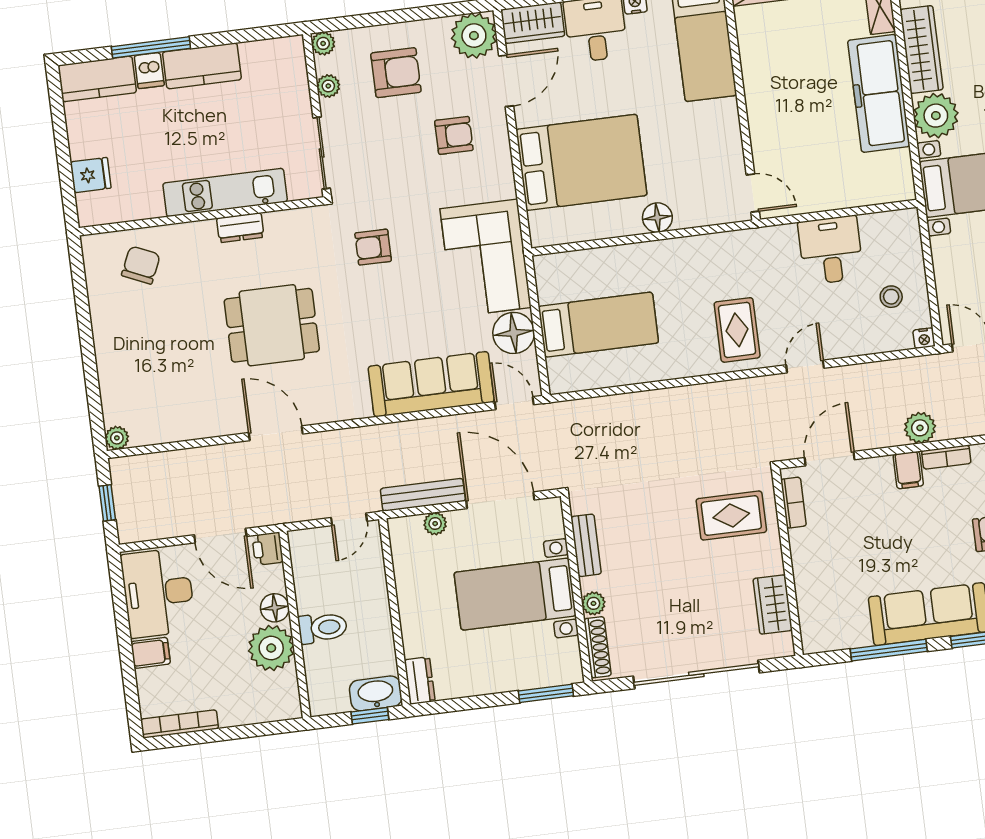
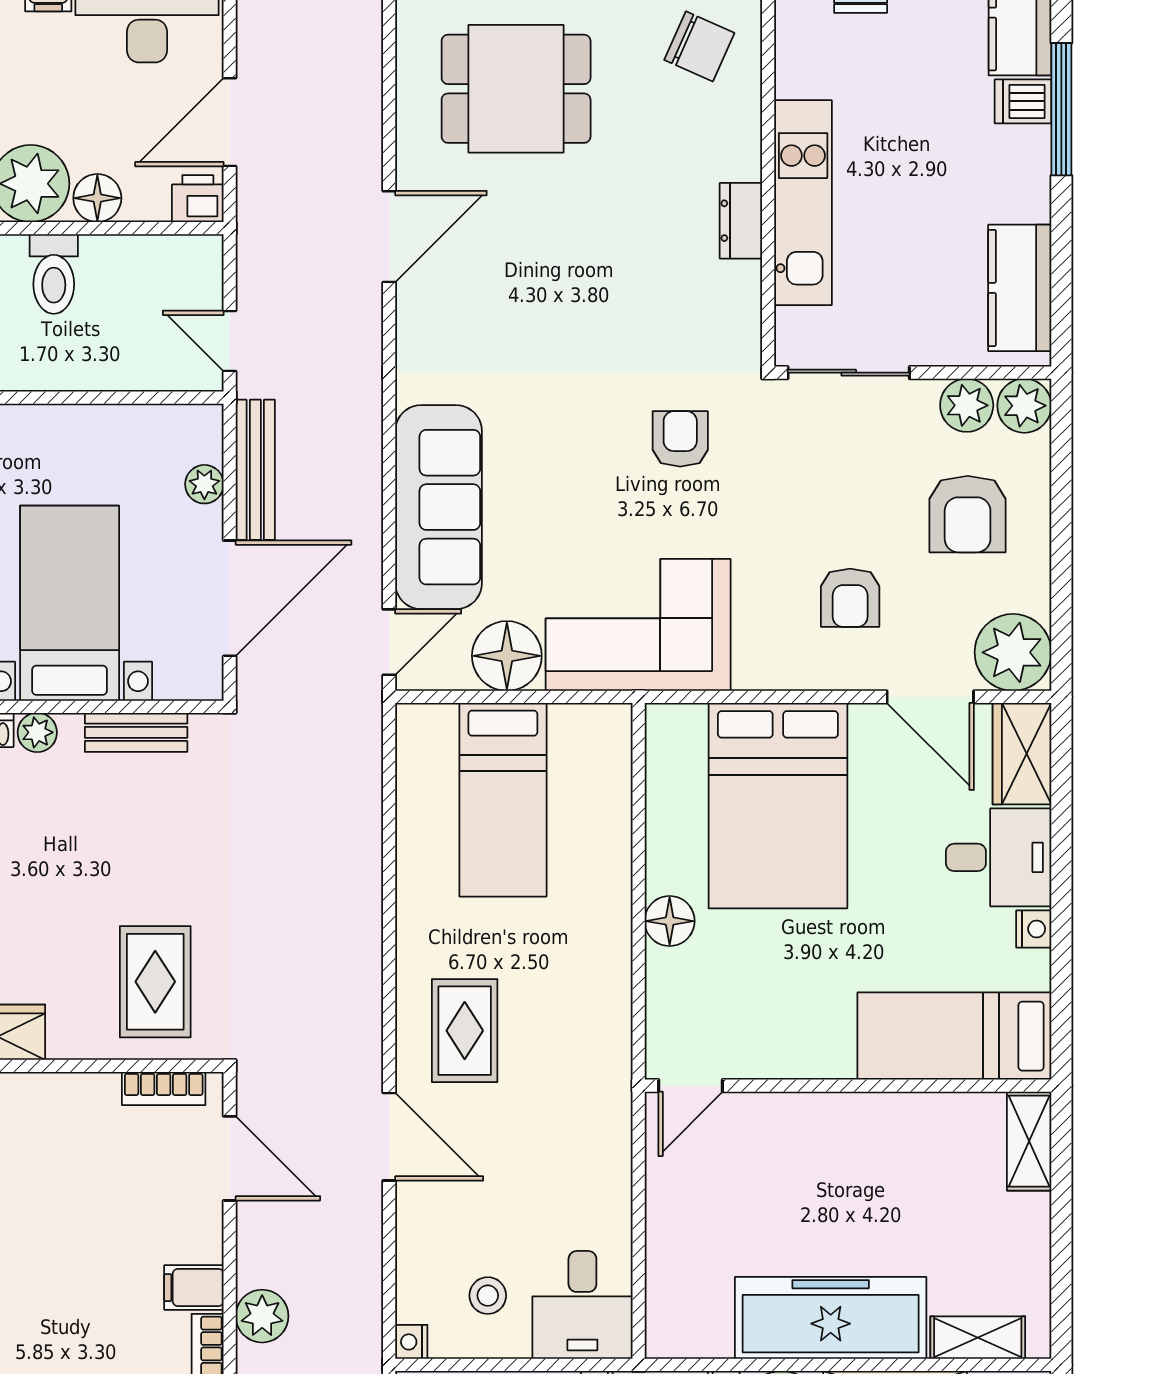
plant: (323, 43) -> (1024, 406), width x1.38, depth x1.38
kitchen counter: (202, 66) -> (1020, 288), moved
plant: (328, 86) -> (967, 405), width x1.38, depth x1.38
desk: (831, 250) -> (582, 1305), moved, turned 90
dining table: (272, 325) -> (516, 89), moved, turned 90
rug: (737, 330) -> (465, 1031), turned 90
door: (805, 366) -> (389, 1137), width x1.38

